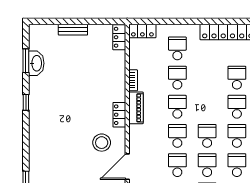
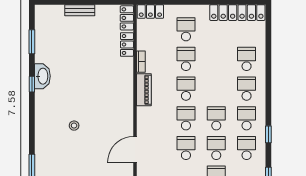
washbasin: (36, 63) -> (42, 76), moved
locker: (119, 115) -> (127, 44), moved
stool: (102, 143) -> (74, 126), moved, width x0.53, depth x0.53

